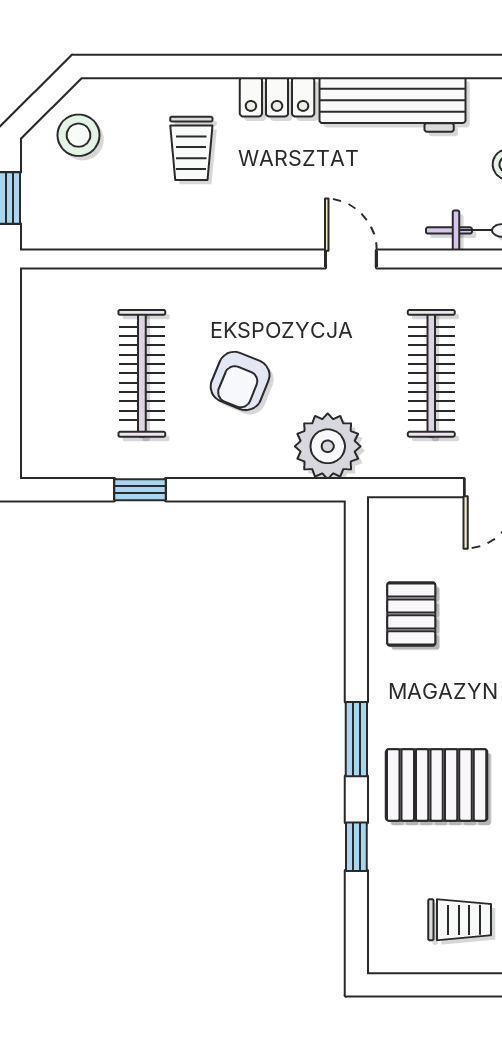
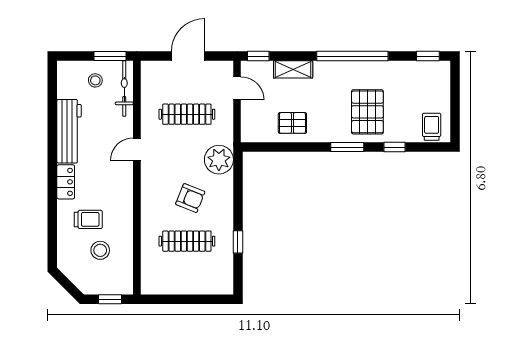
stool: (79, 135) -> (100, 250), moved
trolley: (460, 920) -> (432, 127), moved

